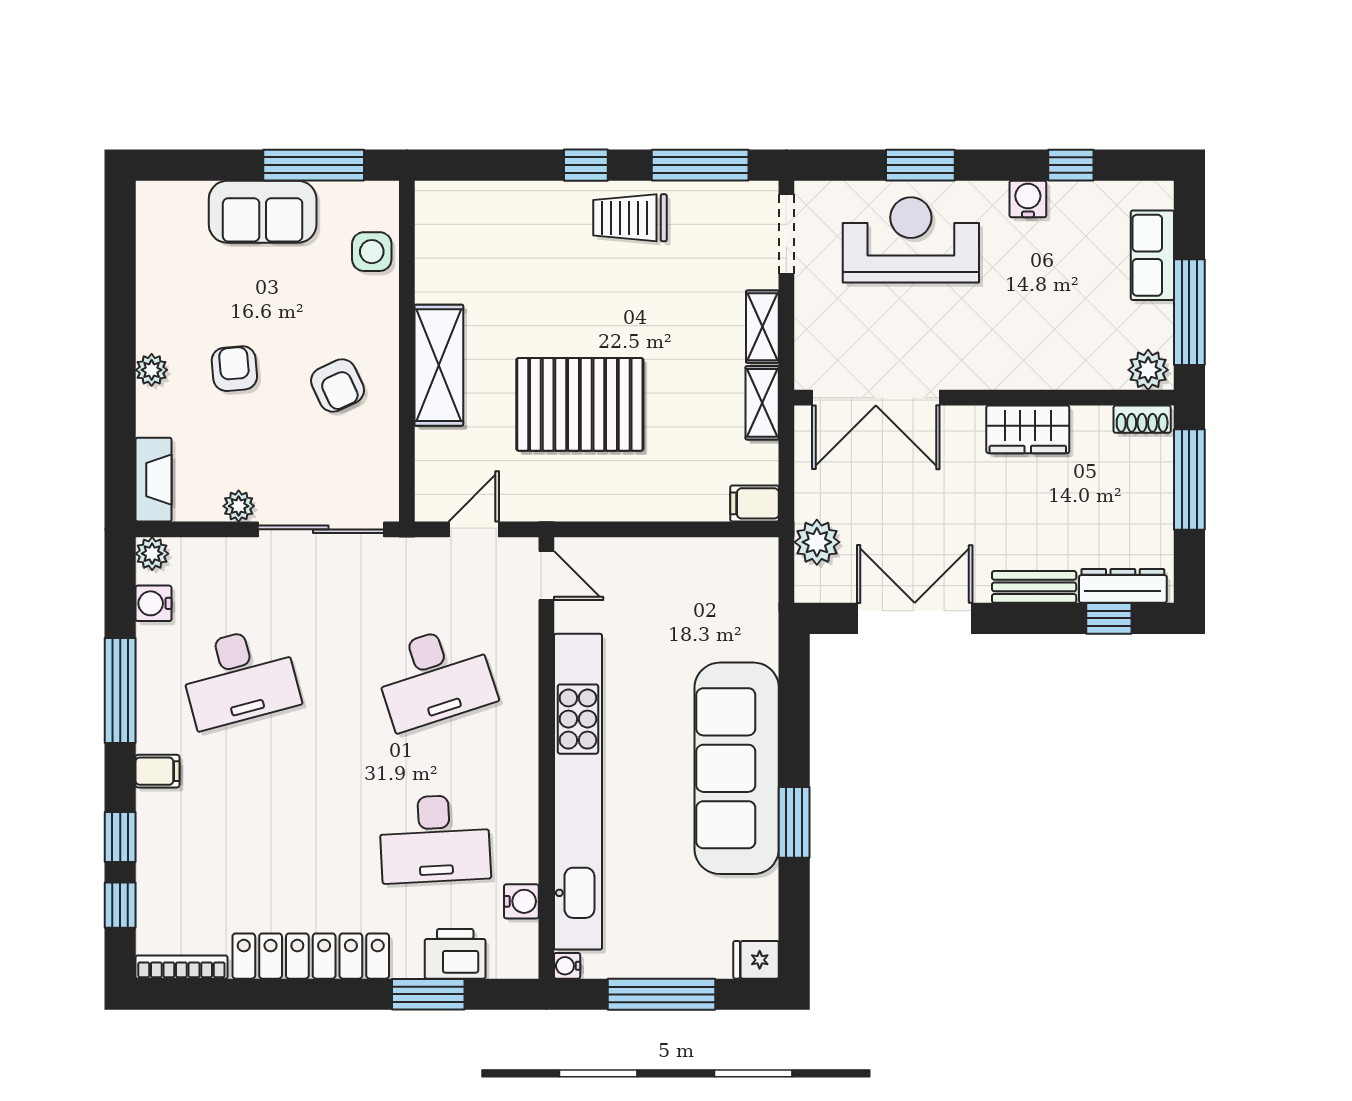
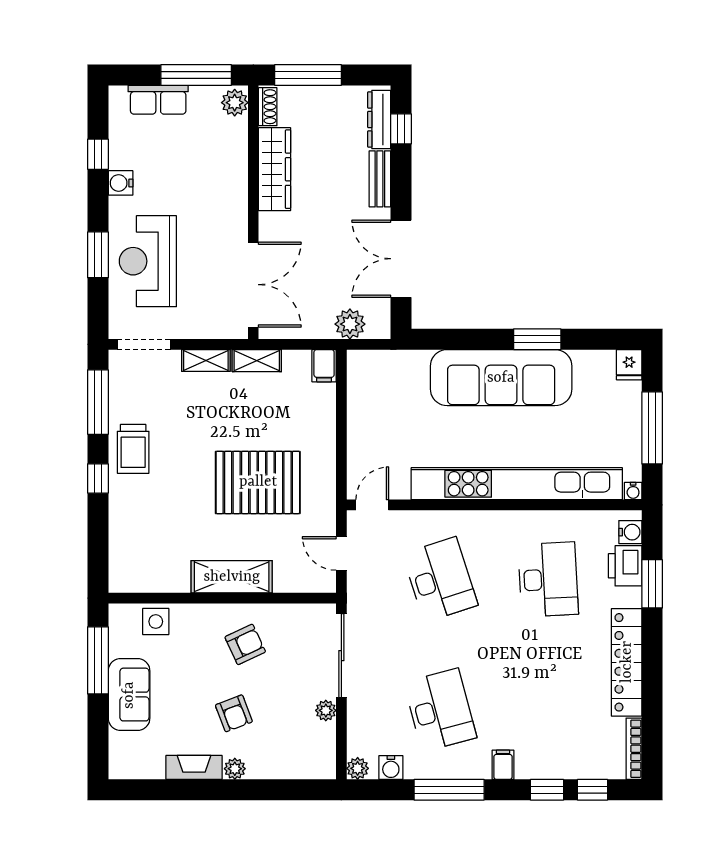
armchair: (234, 369) -> (234, 713), turned -106
pallet: (580, 404) -> (258, 482), turned 90
wardrobe: (1028, 429) -> (275, 169), width x1.50
fireplace: (154, 480) -> (194, 767), moved
water cooler: (521, 901) -> (630, 532), moved, turned 90

